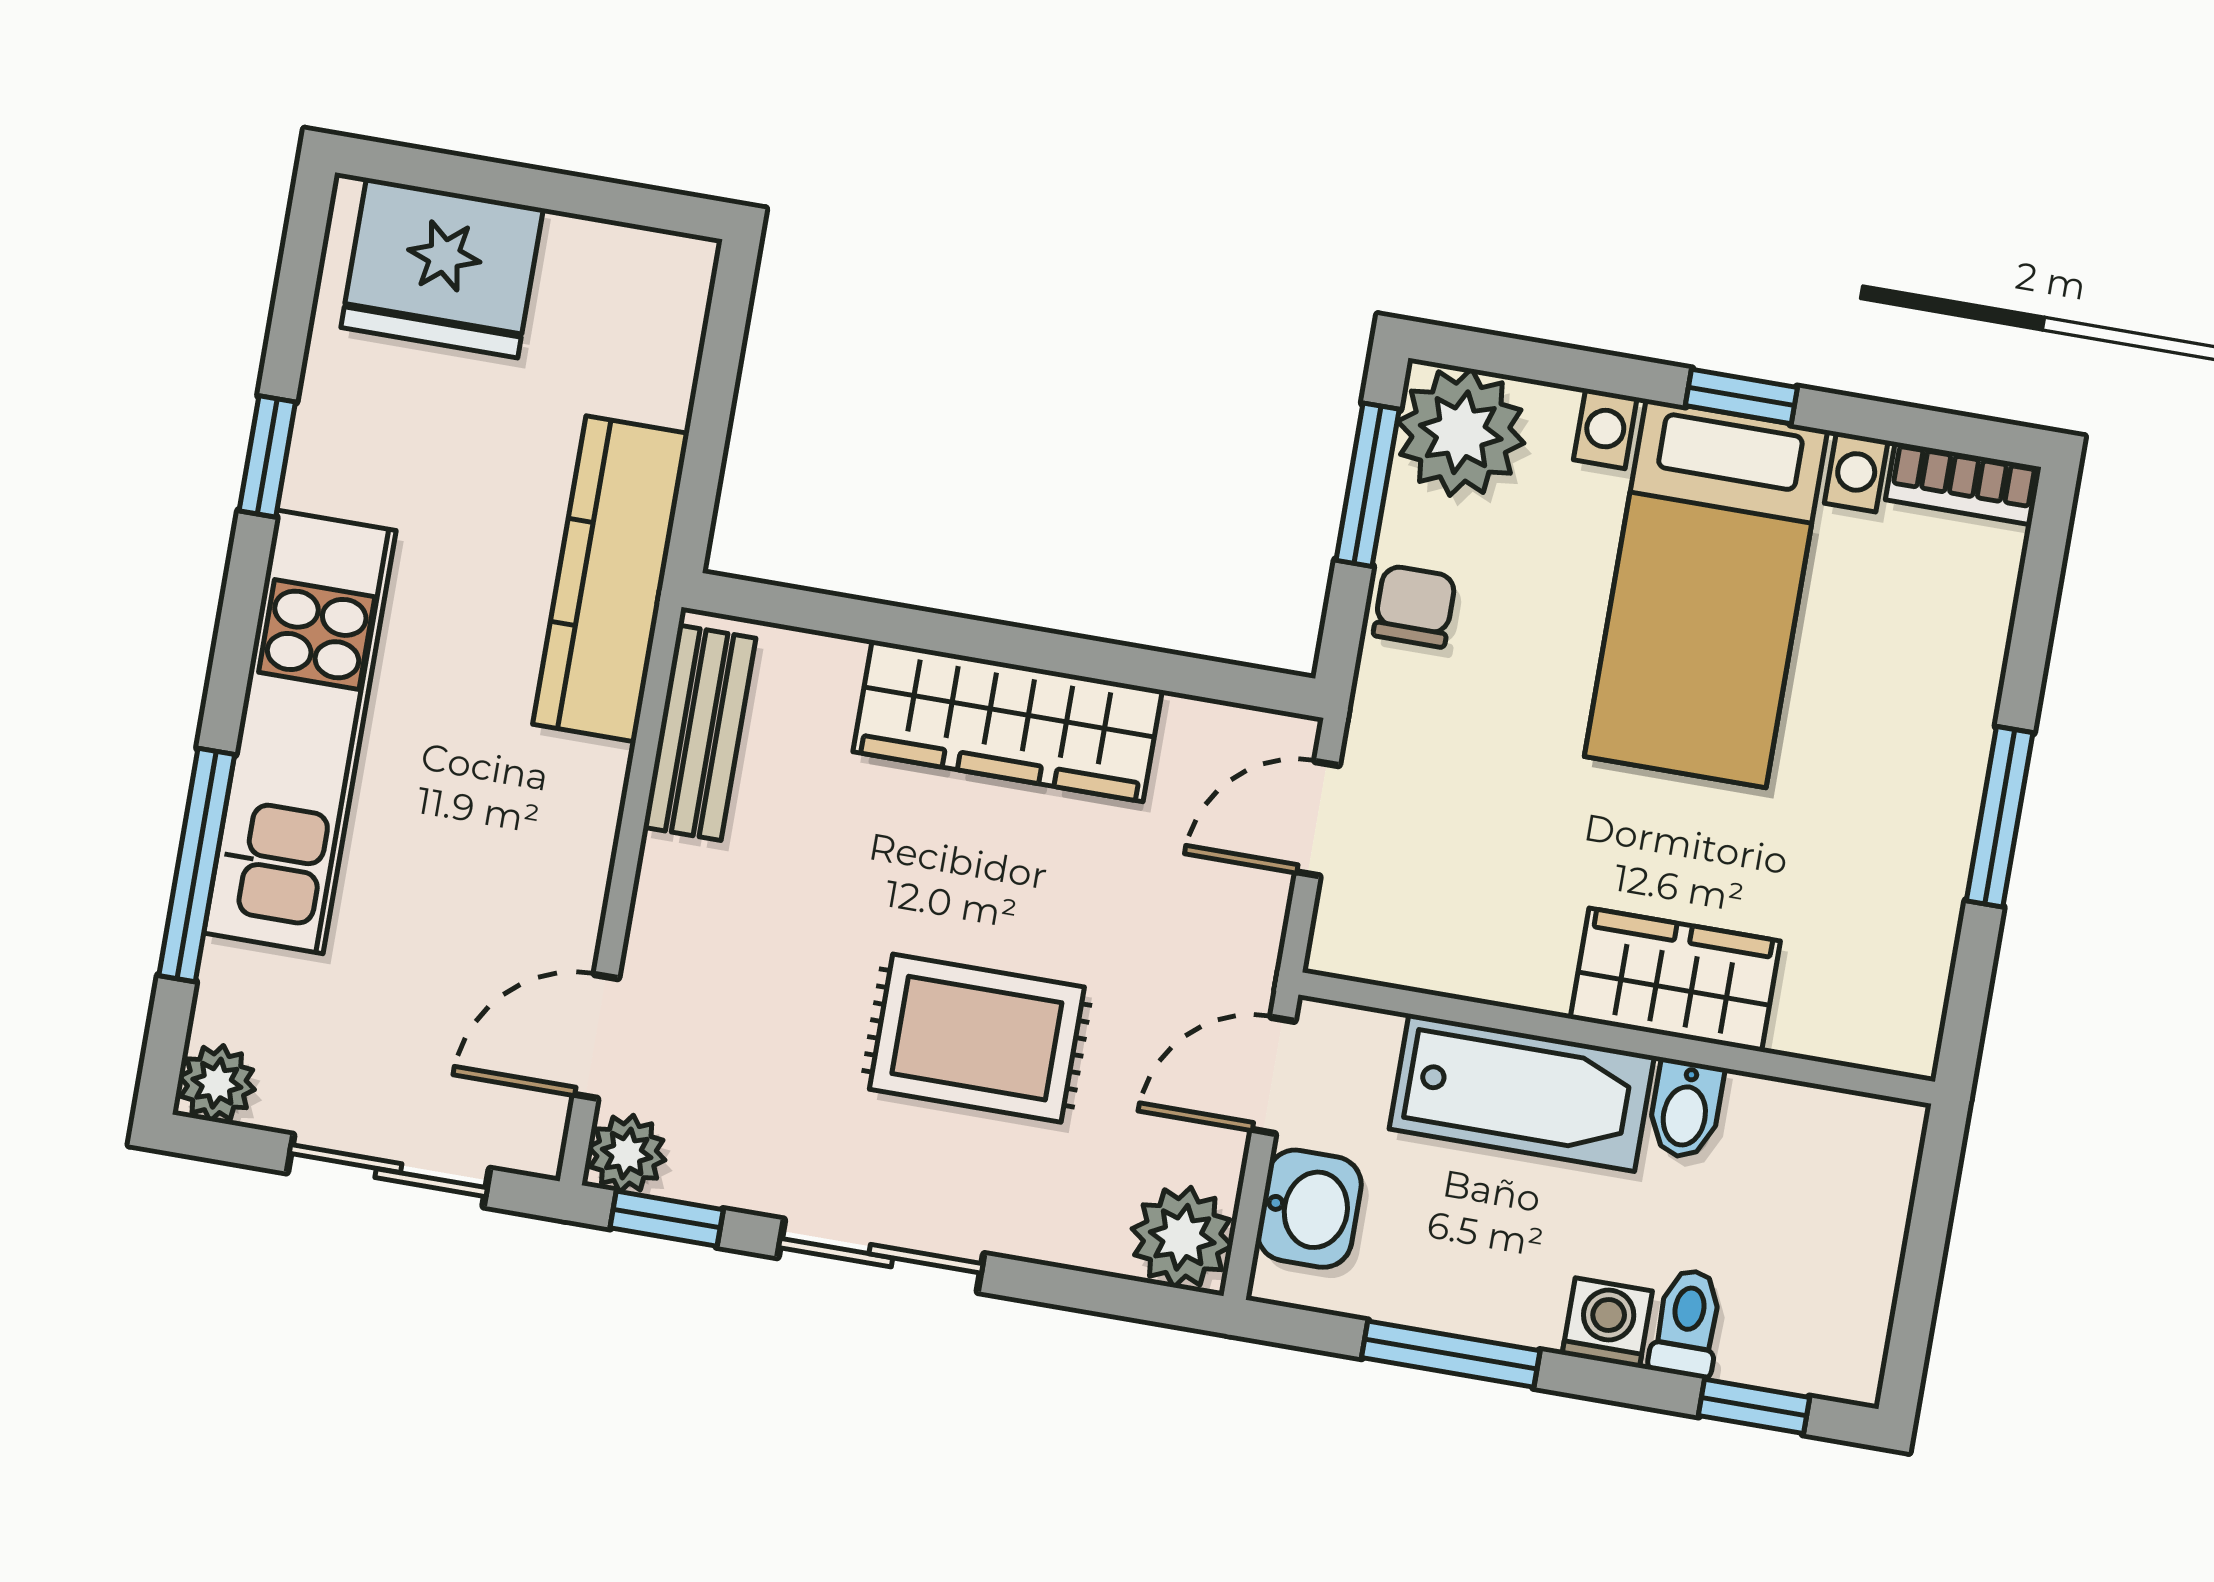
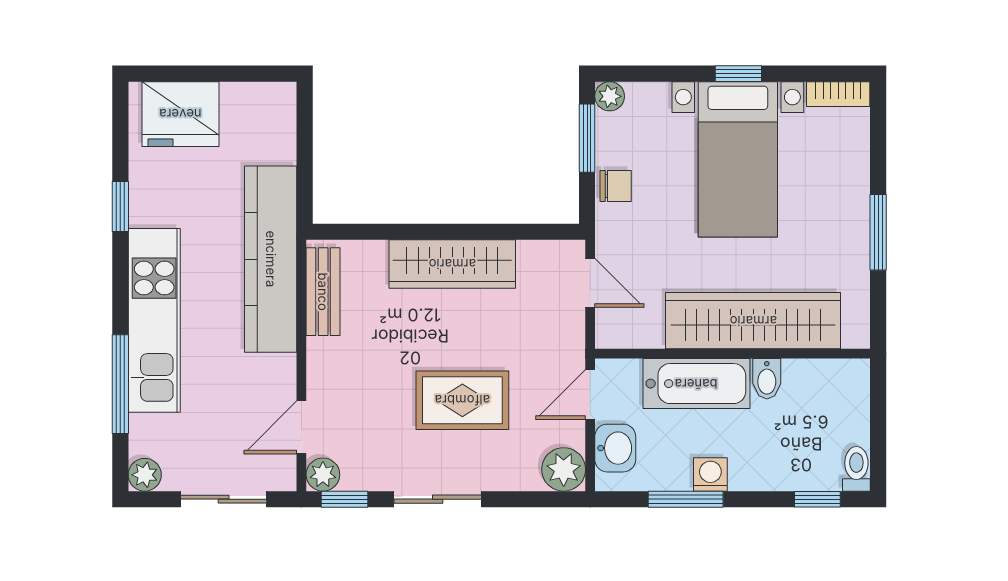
plant: (1461, 432) -> (610, 96), width x0.53, depth x0.53
kitchen counter: (611, 579) -> (271, 259), width x1.39, depth x1.17
chair: (1414, 606) -> (616, 186), turned 90
door: (1317, 819) -> (590, 283), swing flipped
wardrobe: (1675, 980) -> (753, 321), width x2.10, depth x1.17
washing machine: (1607, 1323) -> (710, 474), moved
toilet: (1687, 1323) -> (856, 469), moved

